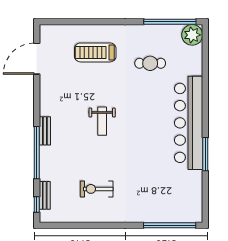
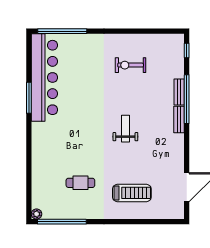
plant: (192, 35) -> (37, 214), width x0.53, depth x0.53
bar counter: (189, 123) -> (44, 77), moved
exercise bike: (97, 189) -> (131, 65), turned 180
bench: (45, 195) -> (179, 92), moved

